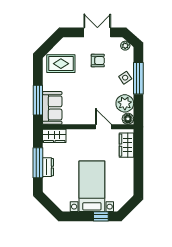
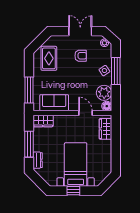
rug: (61, 64) -> (49, 58), turned 90
sofa: (52, 108) -> (54, 103), moved, turned -90
dresser: (48, 167) -> (38, 160), moved
window: (101, 216) -> (73, 191), moved

